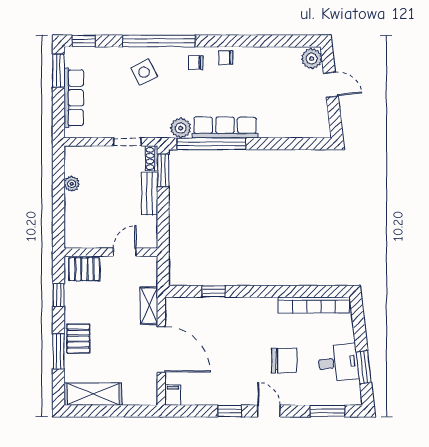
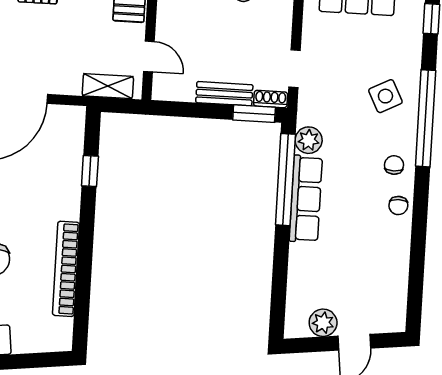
chair: (226, 58) -> (398, 205), turned 180
plant: (312, 59) -> (323, 323), moved
bookcase: (314, 305) -> (66, 269), moved
shelving: (149, 306) -> (108, 86), moved

